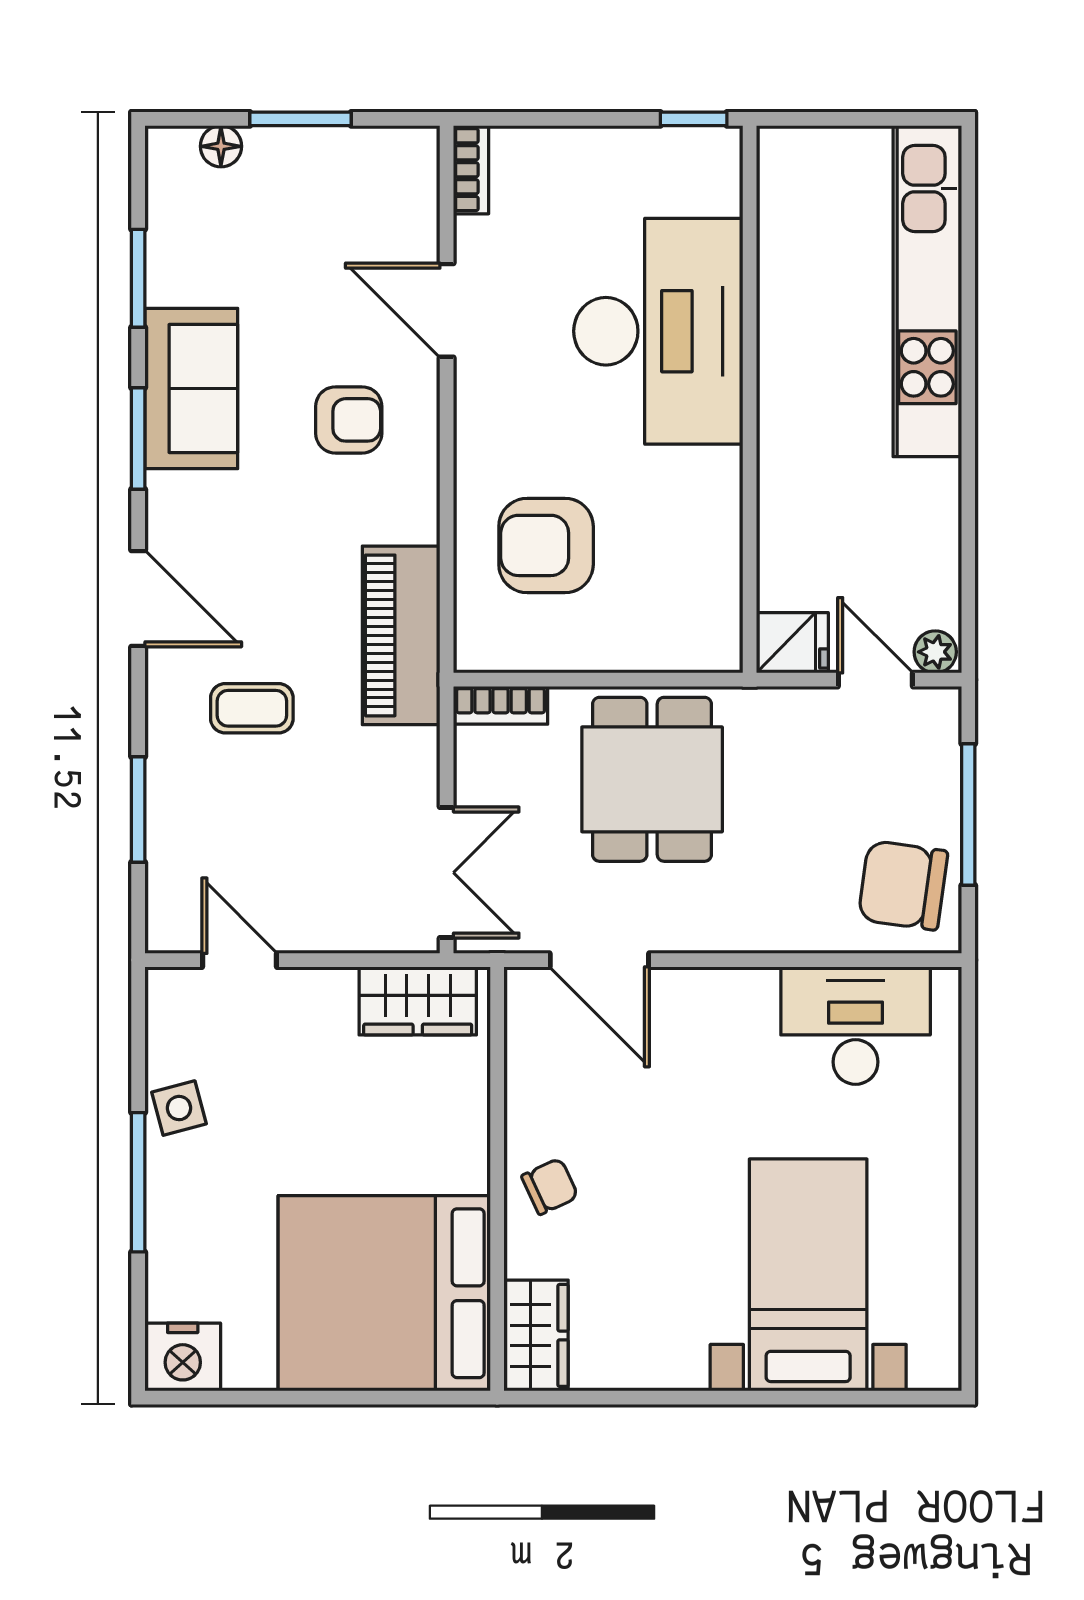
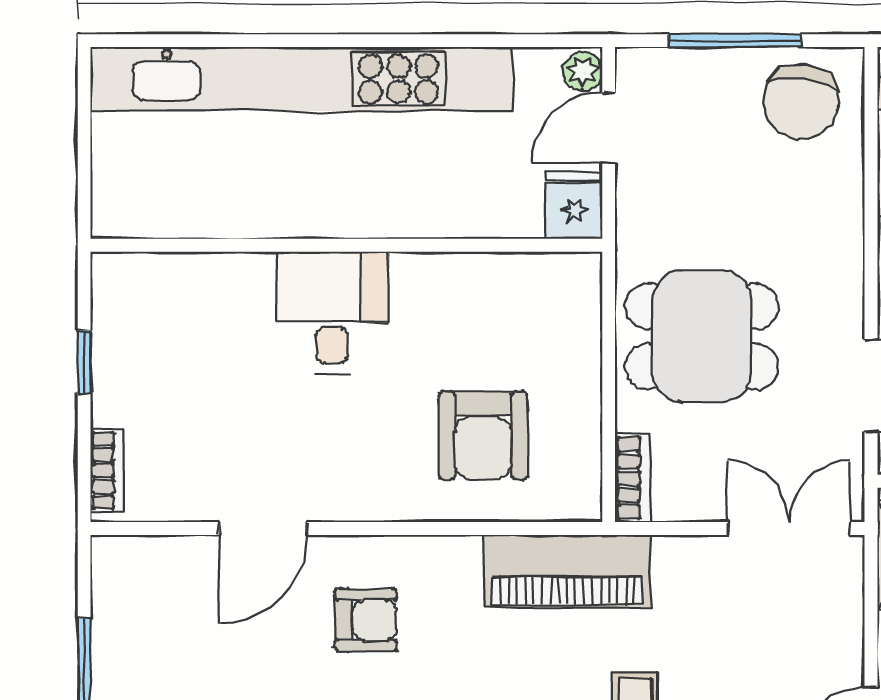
window: (694, 119) -> (84, 362), moved
bookcase: (471, 170) -> (107, 471), moved, turned 90
kitchen unit: (927, 291) -> (302, 79), width x1.36
desk: (658, 331) -> (332, 312), width x0.53, depth x0.77
armchair: (349, 420) -> (366, 620), turned 90

